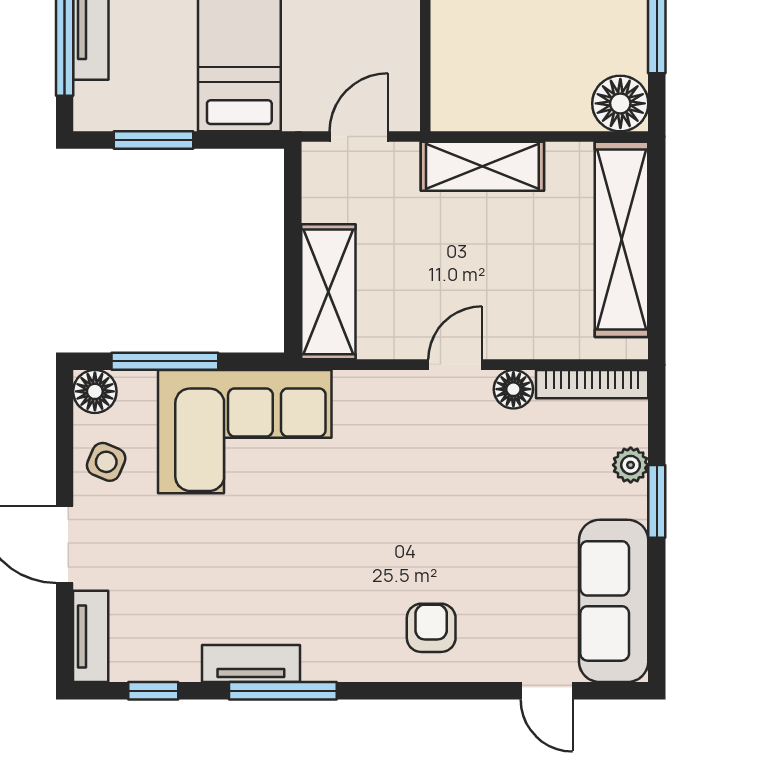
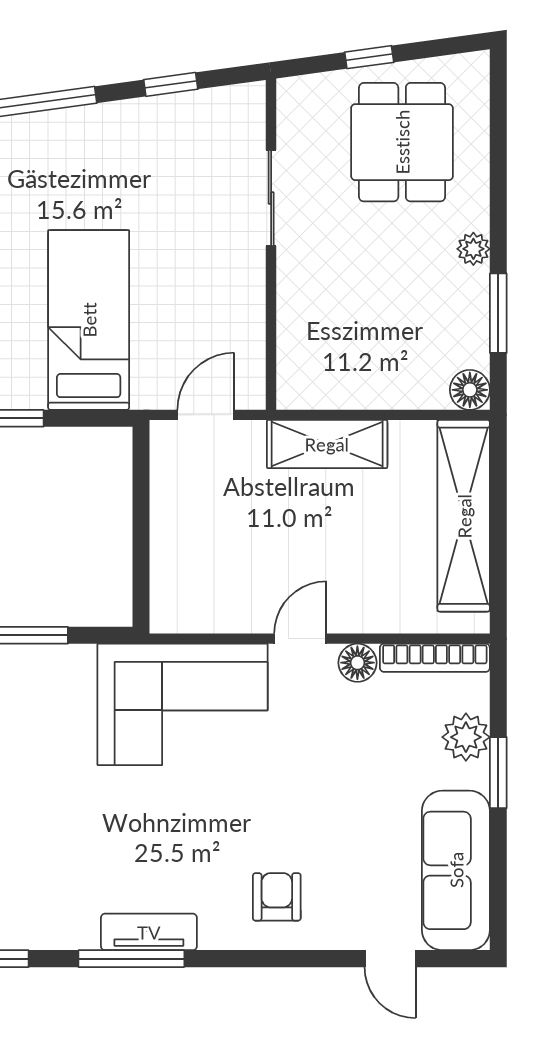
floor lamp: (620, 103) -> (470, 390), width x0.73, depth x0.73
shelving: (328, 292) -> (176, 567), removed
corner sofa: (245, 432) -> (183, 704), moved
plant: (631, 465) -> (466, 737), width x1.38, depth x1.38
tv unit: (251, 664) -> (149, 932), moved

